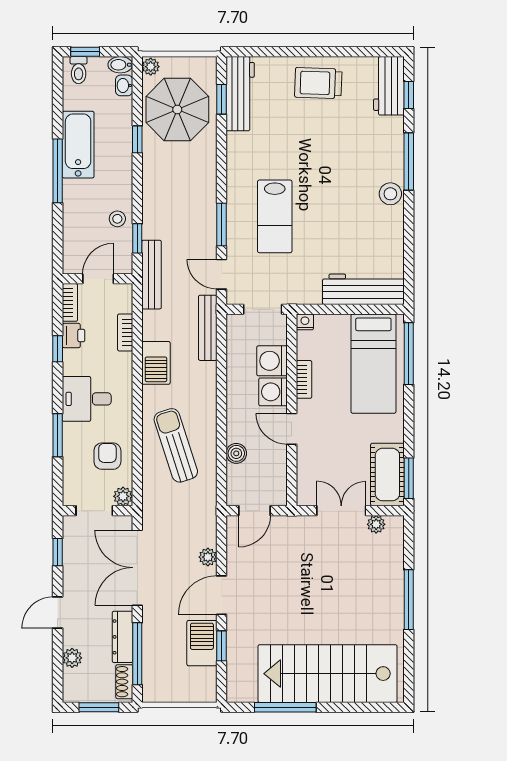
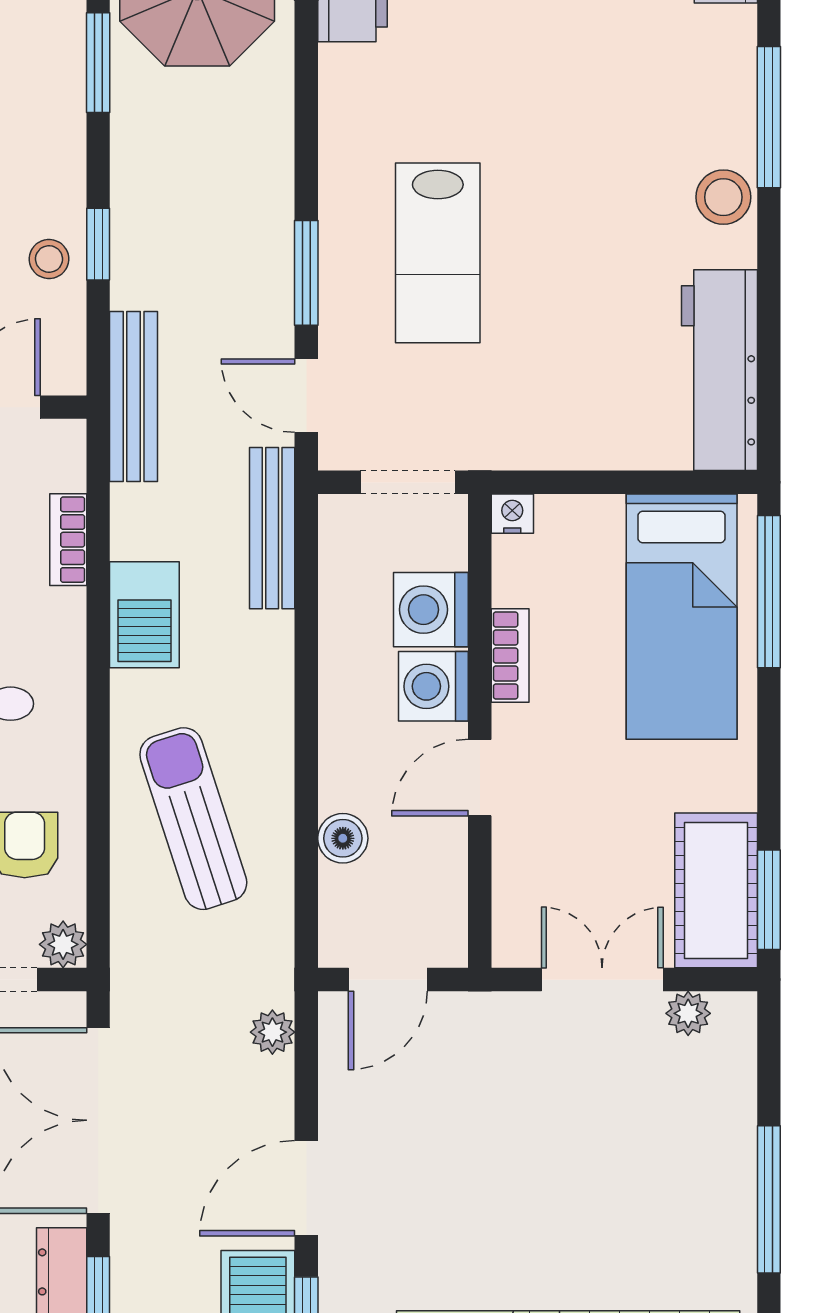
window: (137, 139) -> (98, 63), width x1.50
window: (137, 238) -> (98, 244), moved
workbench: (363, 289) -> (719, 370), moved, turned -90
door: (292, 429) -> (480, 778), hinge flipped
plant: (208, 557) -> (272, 1032), moved

